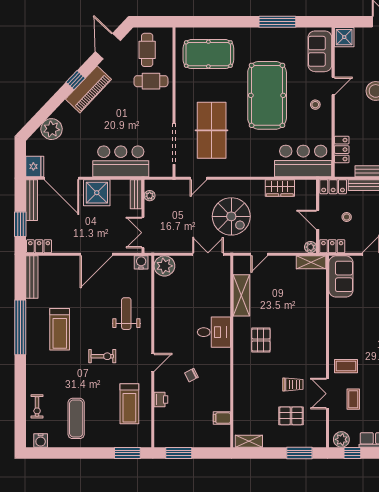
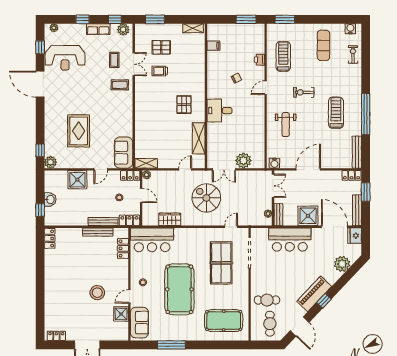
shower: (344, 37) -> (121, 314), moved
plant: (164, 266) -> (243, 161), moved

